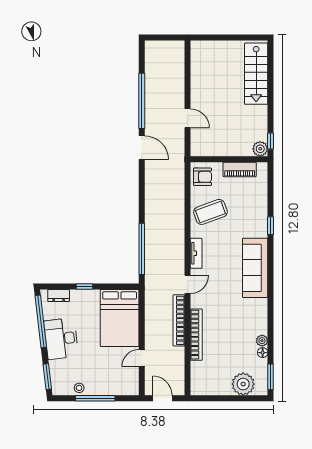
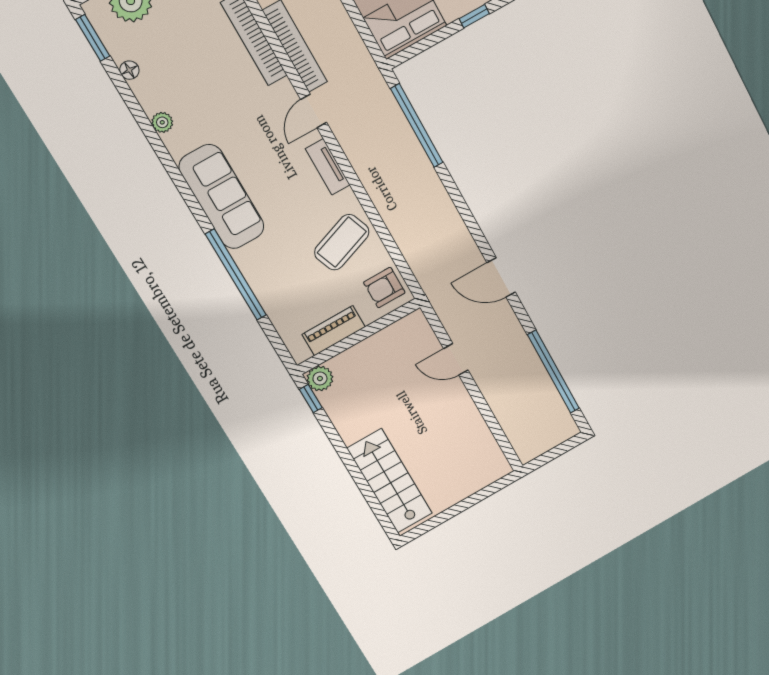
window: (142, 101) -> (553, 372), moved
window: (271, 226) -> (236, 275), width x3.17
plant: (262, 341) -> (162, 122), moved

